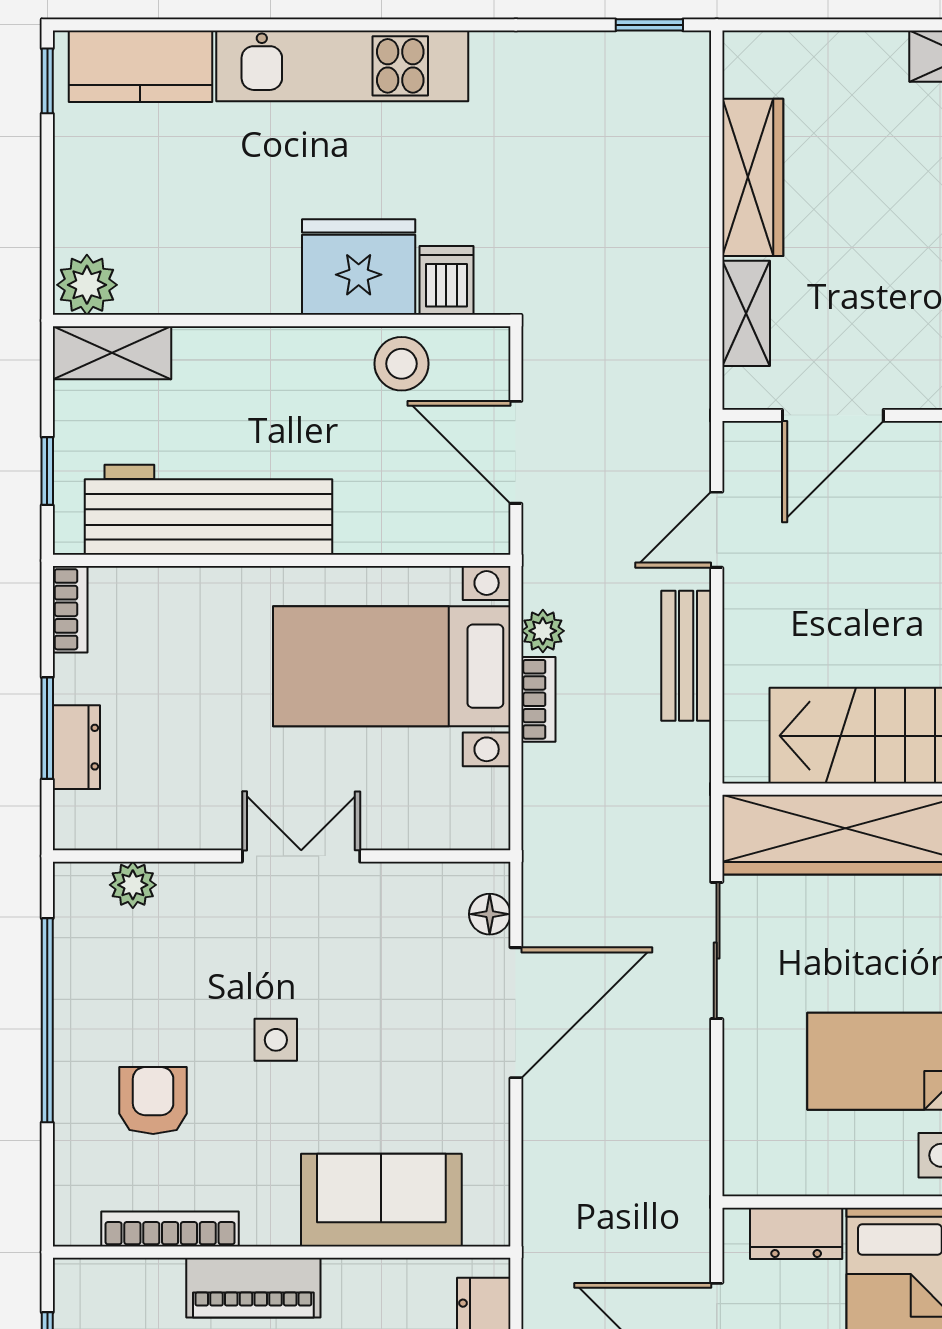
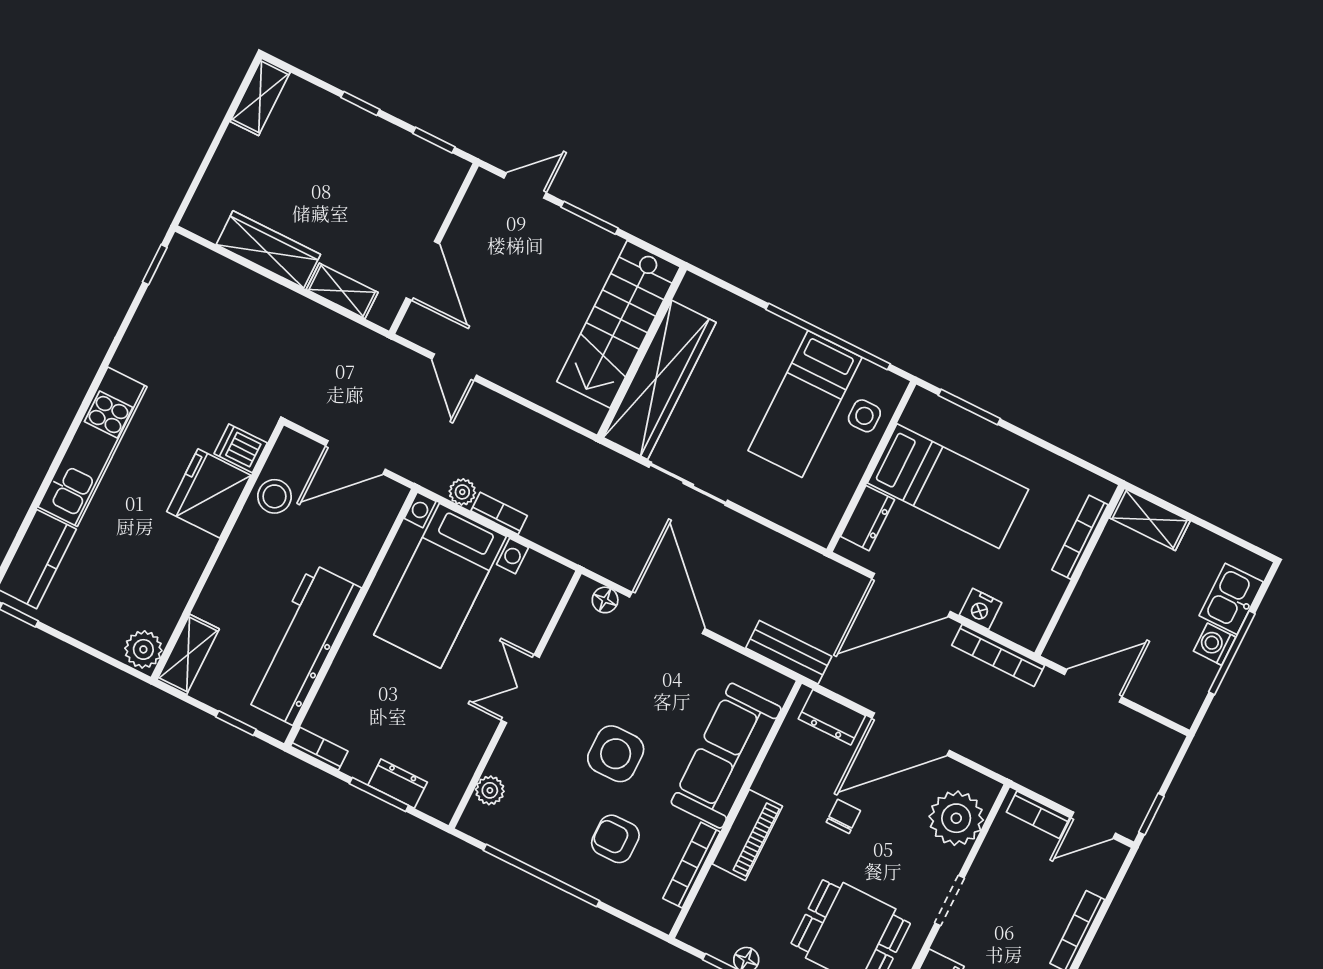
bench: (686, 656) -> (789, 652), moved
side table: (276, 1040) -> (616, 754), width x1.87, depth x1.87
sofa: (381, 1200) -> (726, 756), width x1.36

